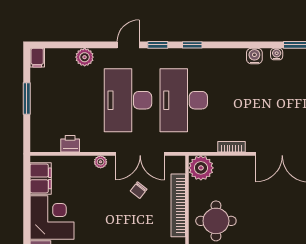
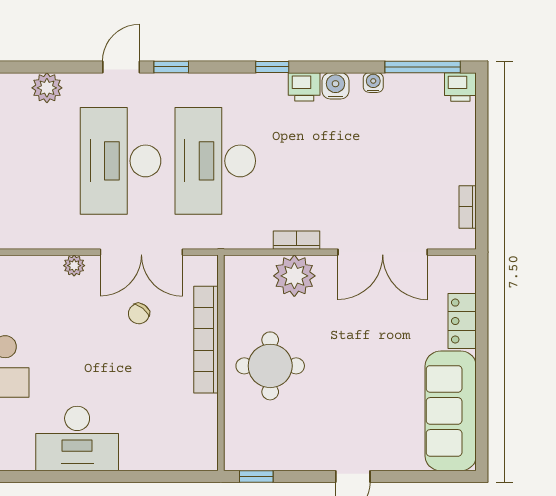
window: (192, 45) -> (272, 67), moved
printer: (70, 144) -> (304, 87), moved, turned 180
plant: (201, 168) -> (294, 276), moved

